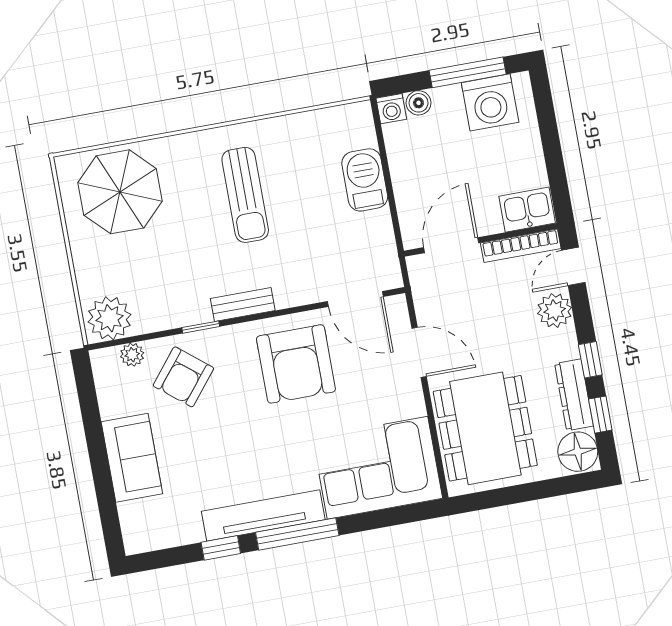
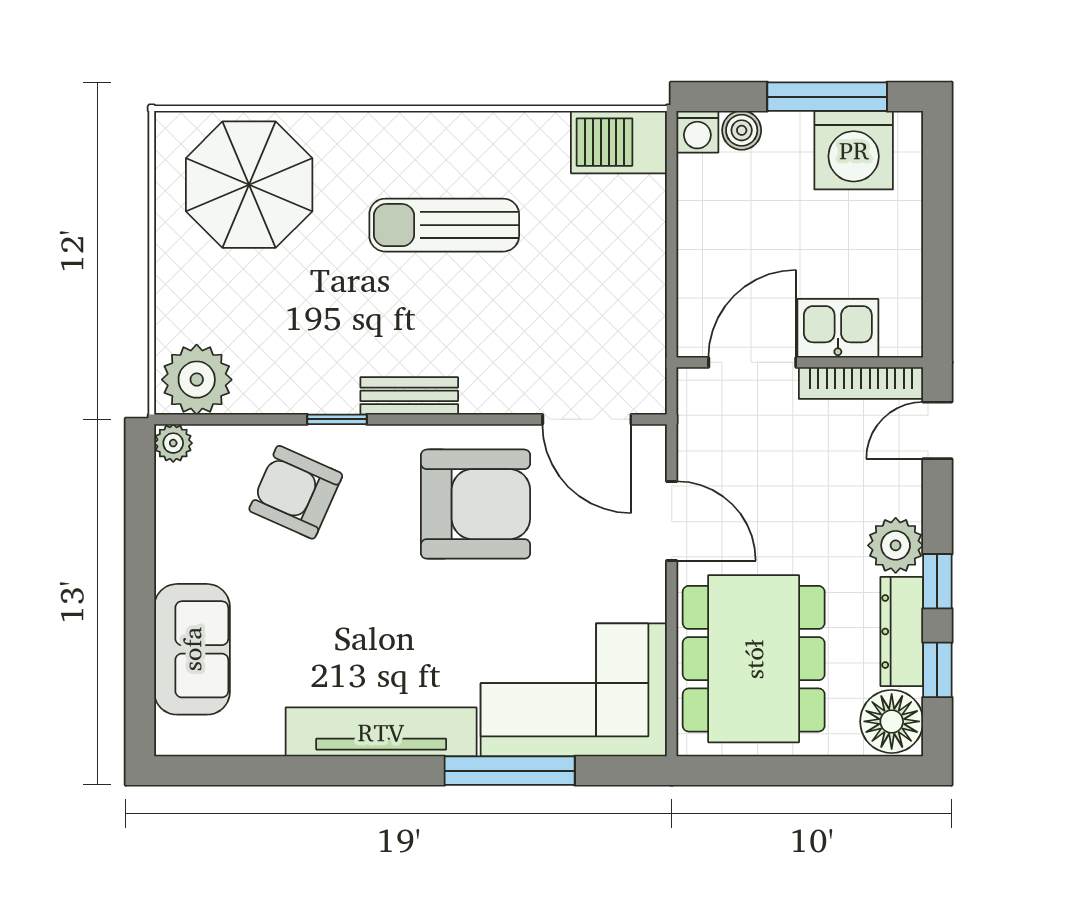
barbecue: (365, 180) -> (619, 142), moved, turned -90
sun lounger: (245, 195) -> (444, 225), turned 90
kitchen sink: (527, 210) -> (838, 328), moved
plant: (555, 310) -> (896, 545), moved
plant: (132, 355) -> (173, 443), moved
armchair: (296, 364) -> (476, 504), turned -90
armchair: (183, 377) -> (296, 492), turned 75
sofa: (132, 458) -> (192, 649), moved
window: (297, 534) -> (510, 771), moved
window: (221, 548) -> (306, 771), removed

